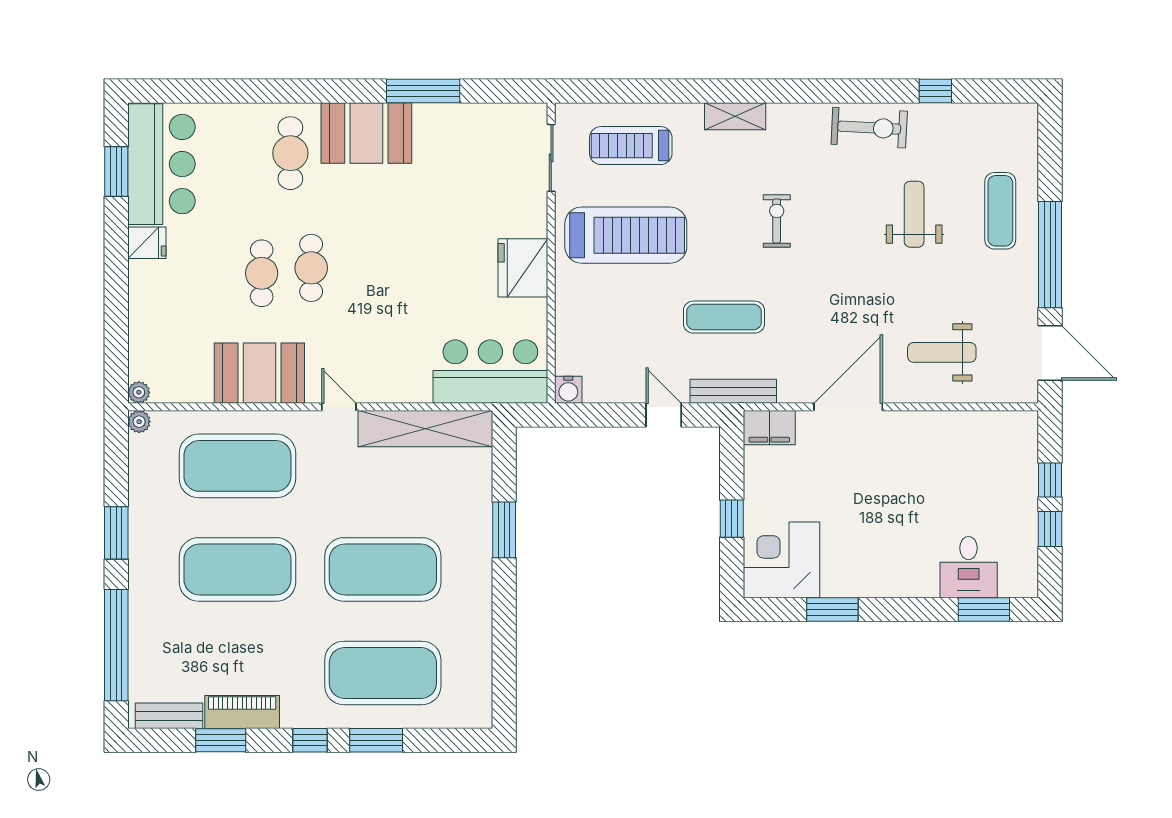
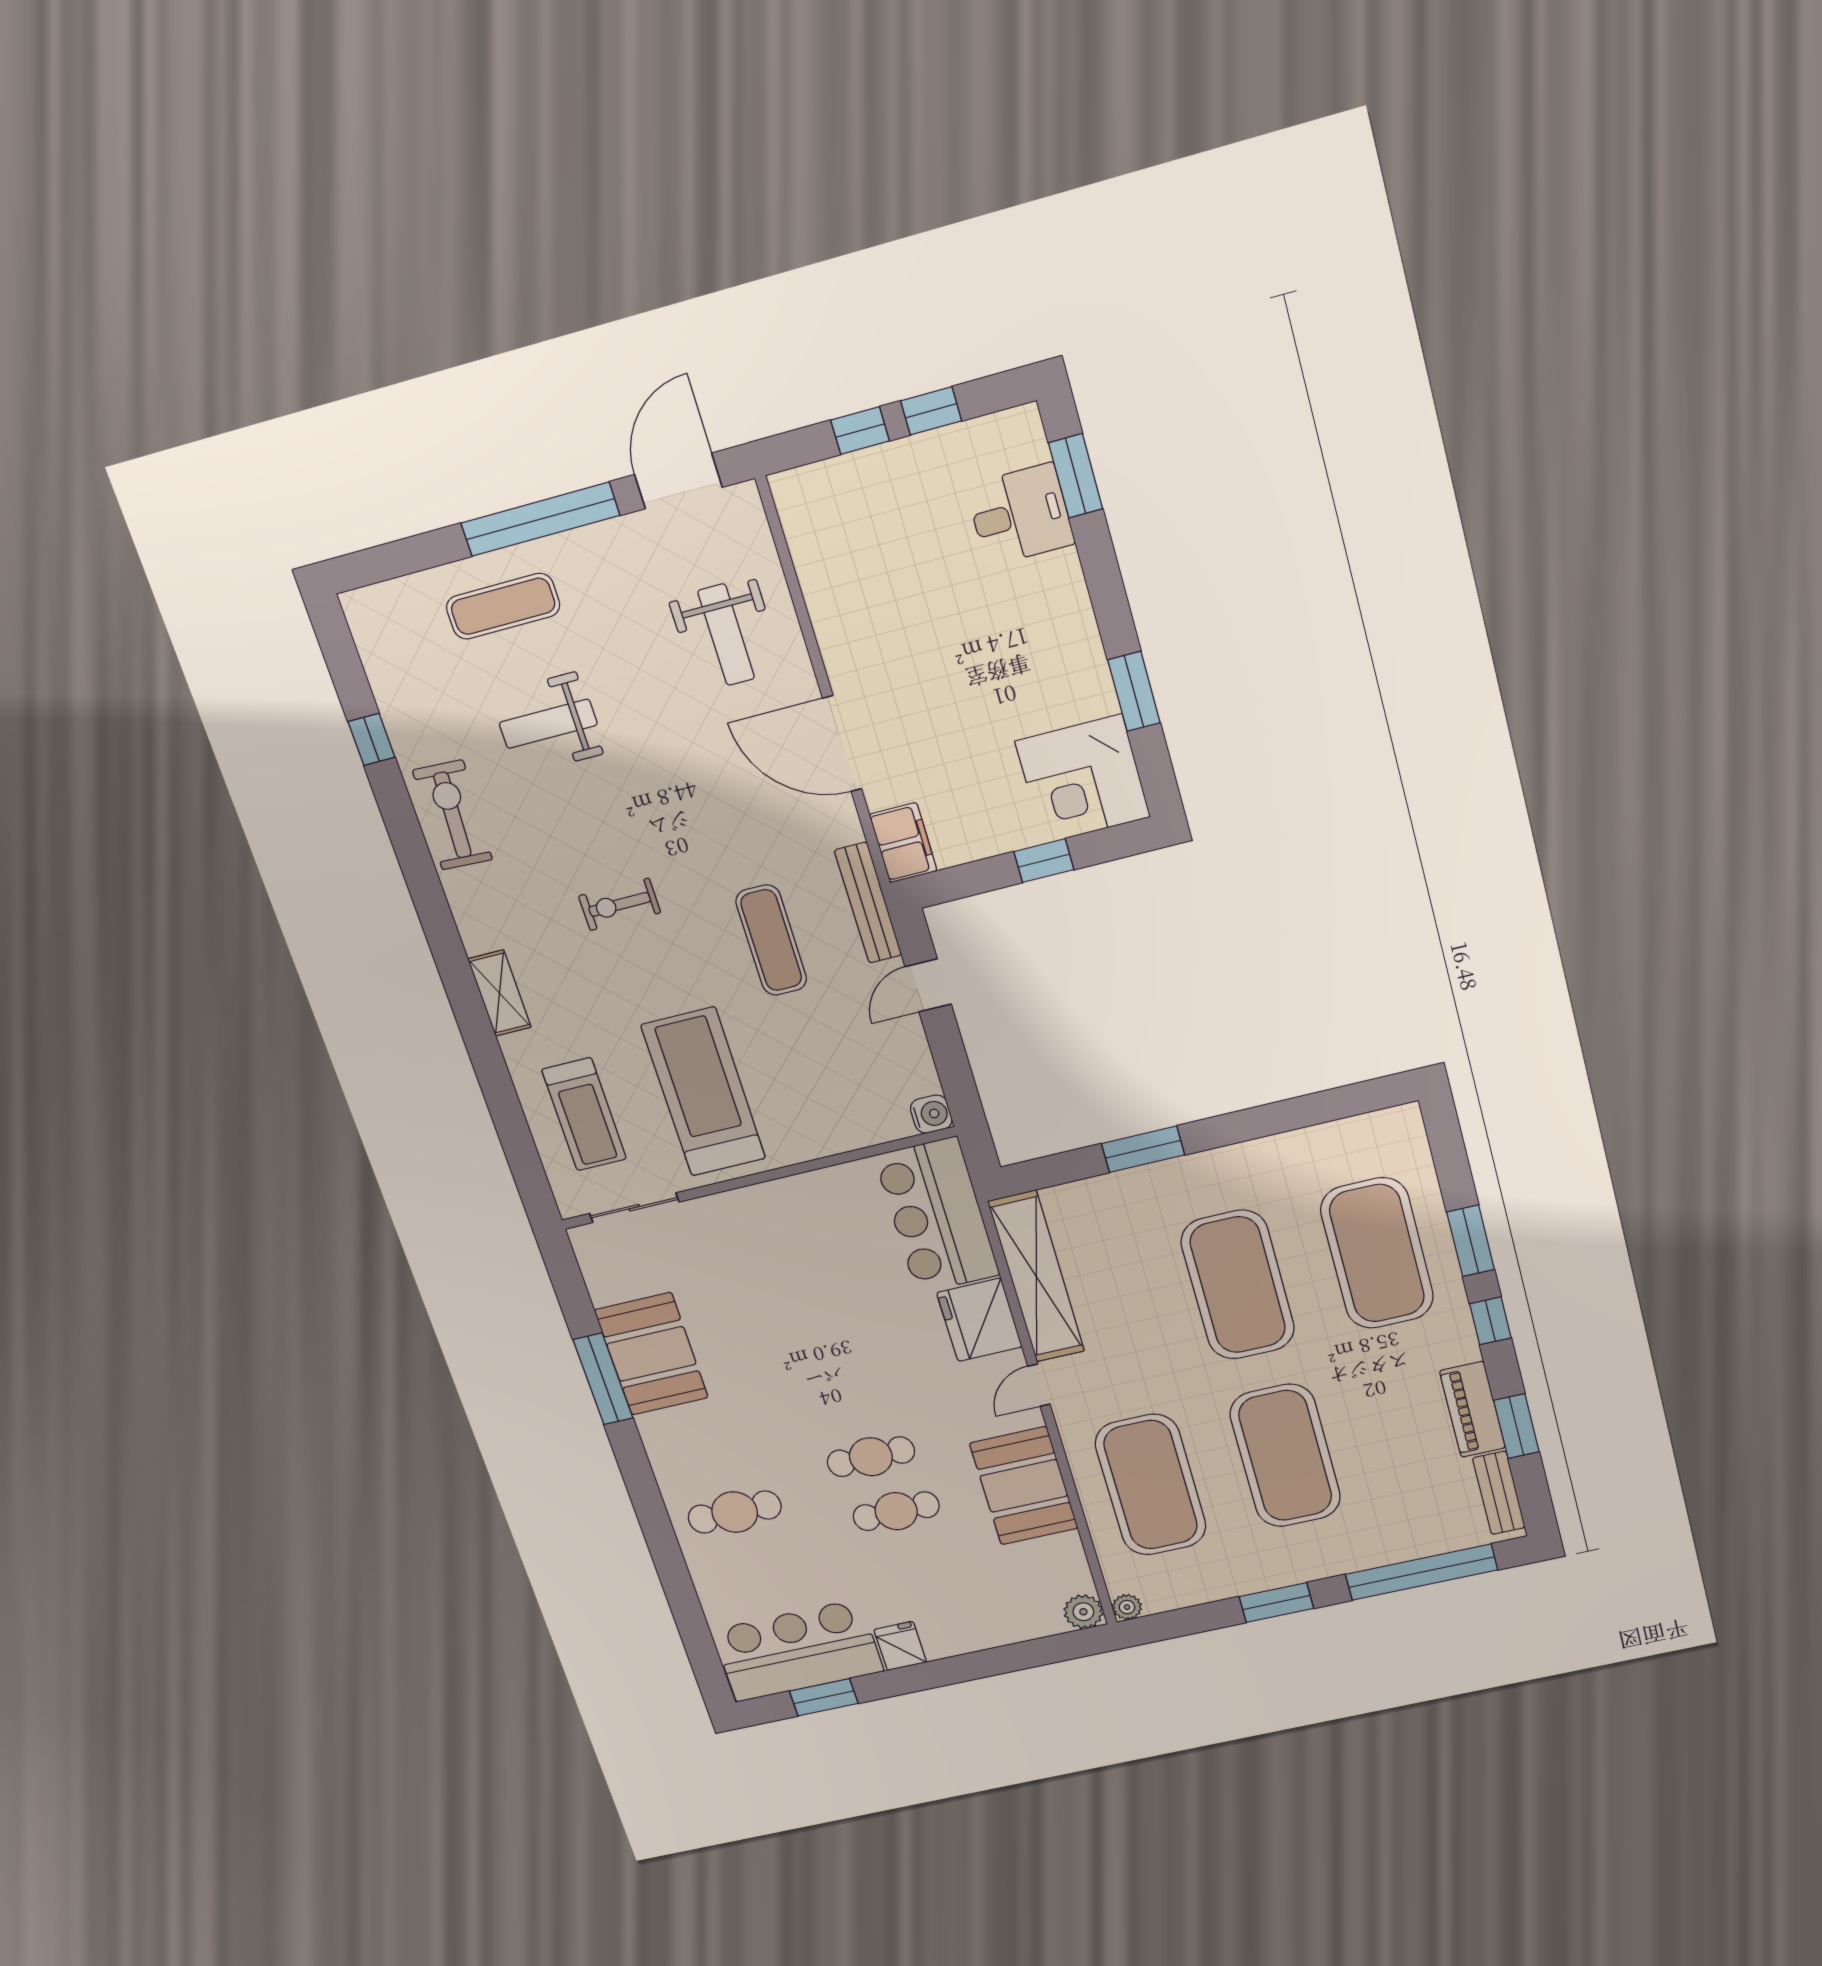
booth: (366, 133) -> (651, 1354), moved
fridge: (523, 268) -> (979, 1320), moved, turned 90
plant: (139, 392) -> (1083, 1612), width x1.38, depth x1.38

